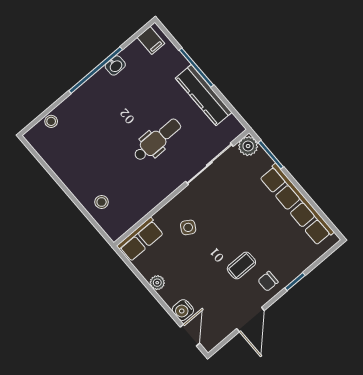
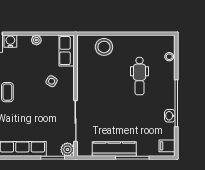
dental chair: (157, 140) -> (139, 76), moved
stool: (102, 202) -> (104, 47), width x1.89, depth x1.89

